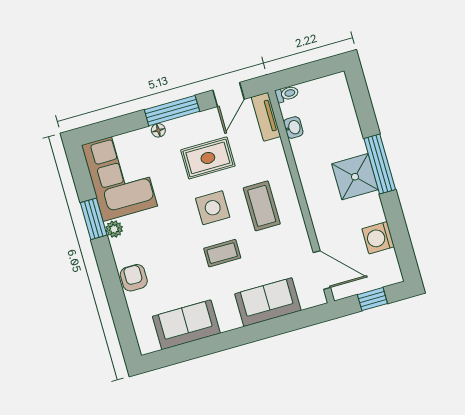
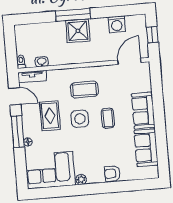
window: (94, 219) -> (73, 190), removed
sofa: (268, 302) -> (143, 111), moved

